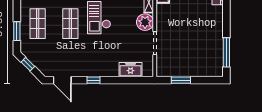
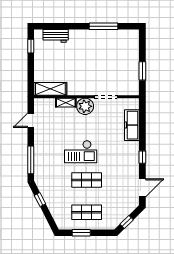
window: (17, 31) -> (81, 233), moved
window: (226, 52) -> (104, 26), moved
freezer: (130, 70) -> (132, 125), width x1.40

